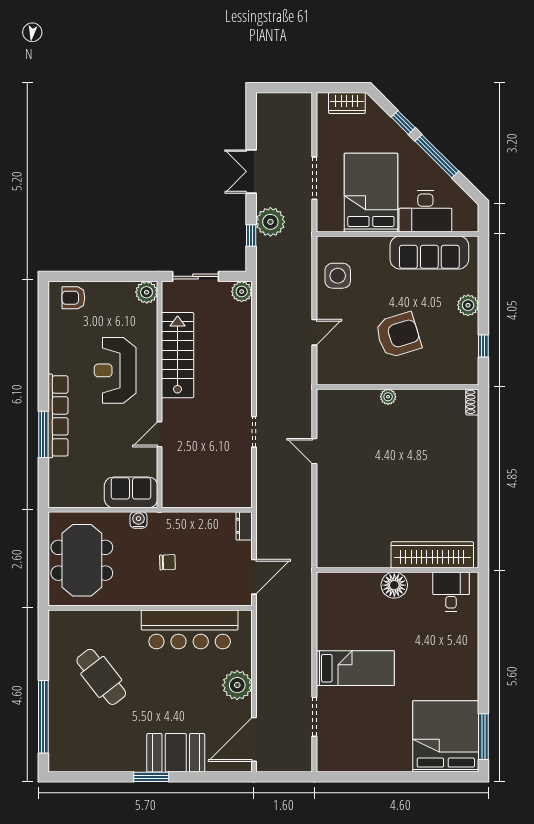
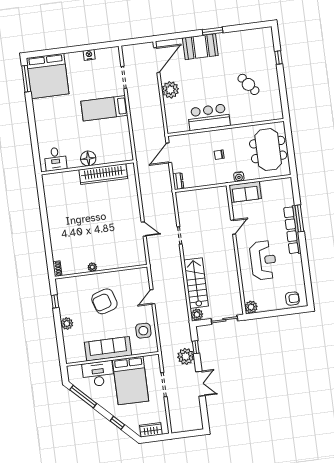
window: (437, 156) -> (83, 397), moved
sofa: (429, 252) -> (108, 349), moved
stairs: (178, 355) -> (196, 283), moved, turned 180
plant: (388, 397) -> (92, 267), moved
wardrobe: (432, 555) -> (103, 174), moved
bar counter: (190, 629) -> (209, 117), width x0.73
cafe table: (101, 677) -> (248, 84), width x0.73, depth x0.74
window: (43, 717) -> (278, 58), width x0.32
nightstand: (370, 763) -> (89, 55), added

